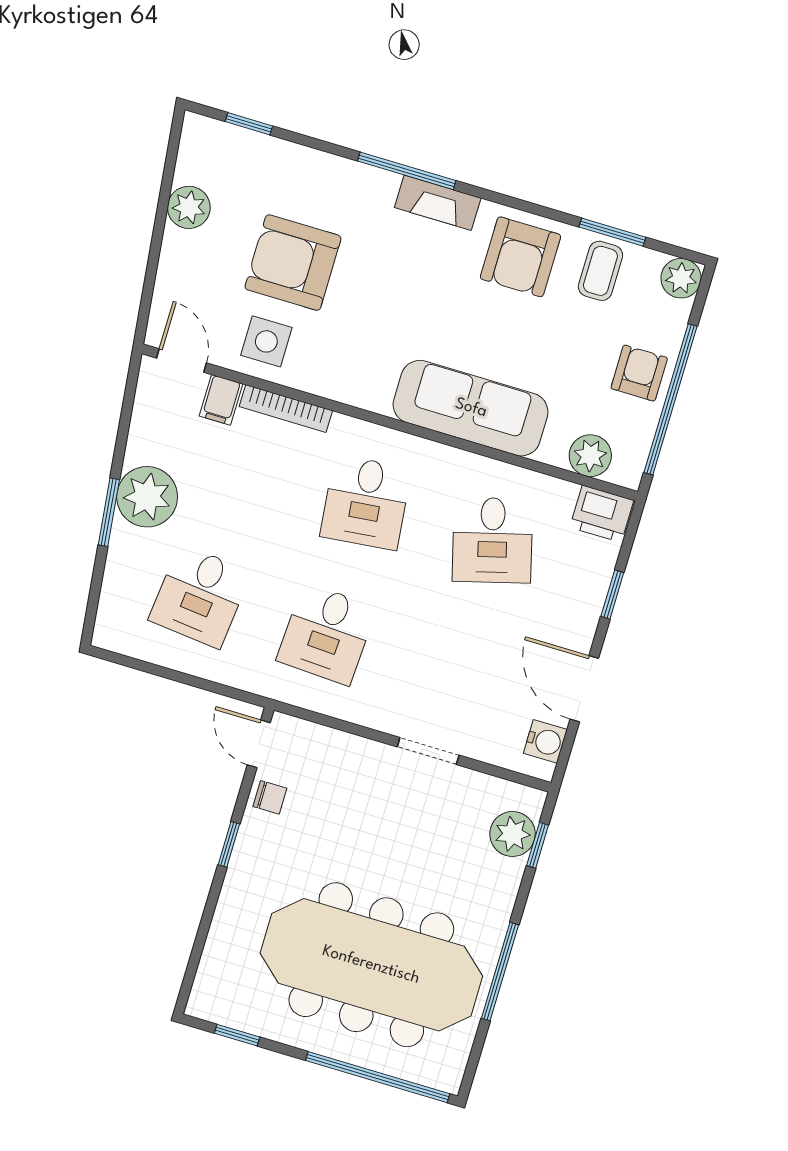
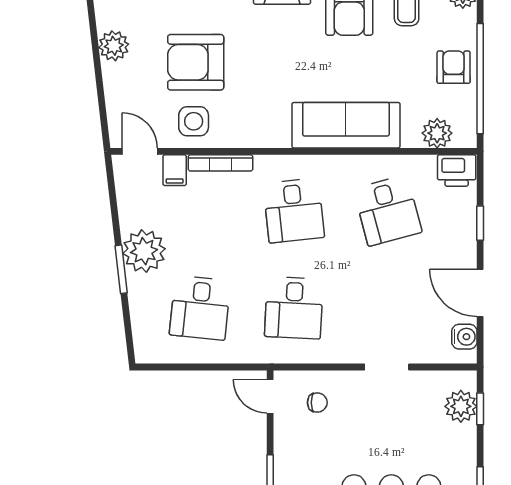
chair: (270, 797) -> (317, 403), moved

